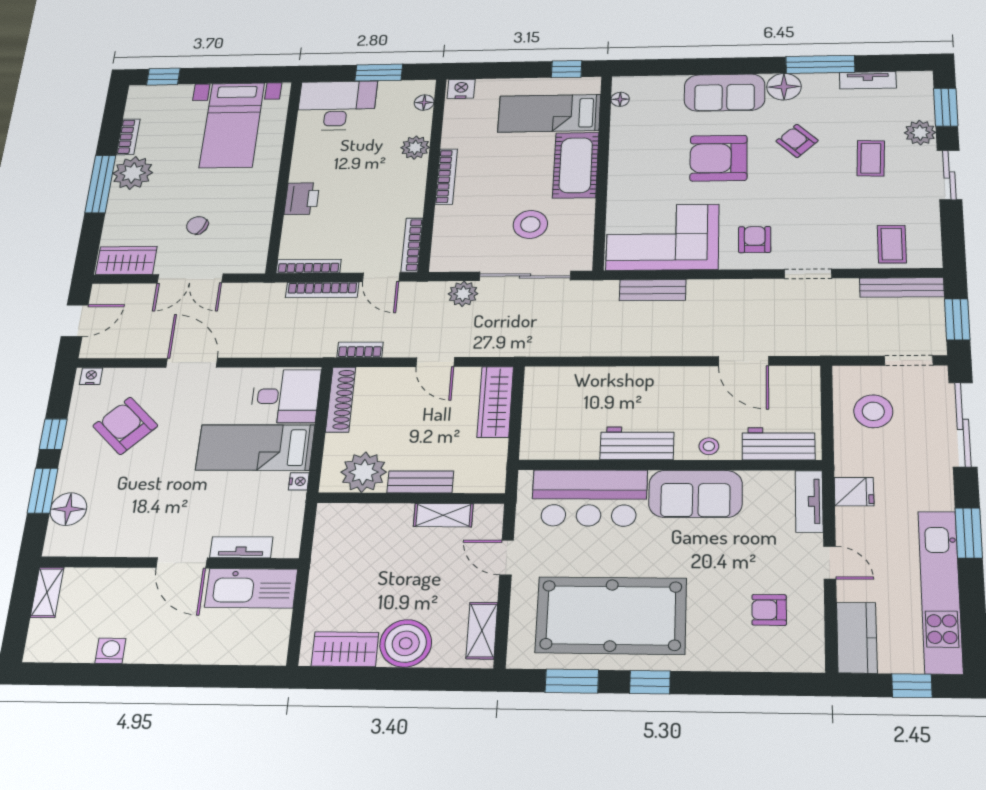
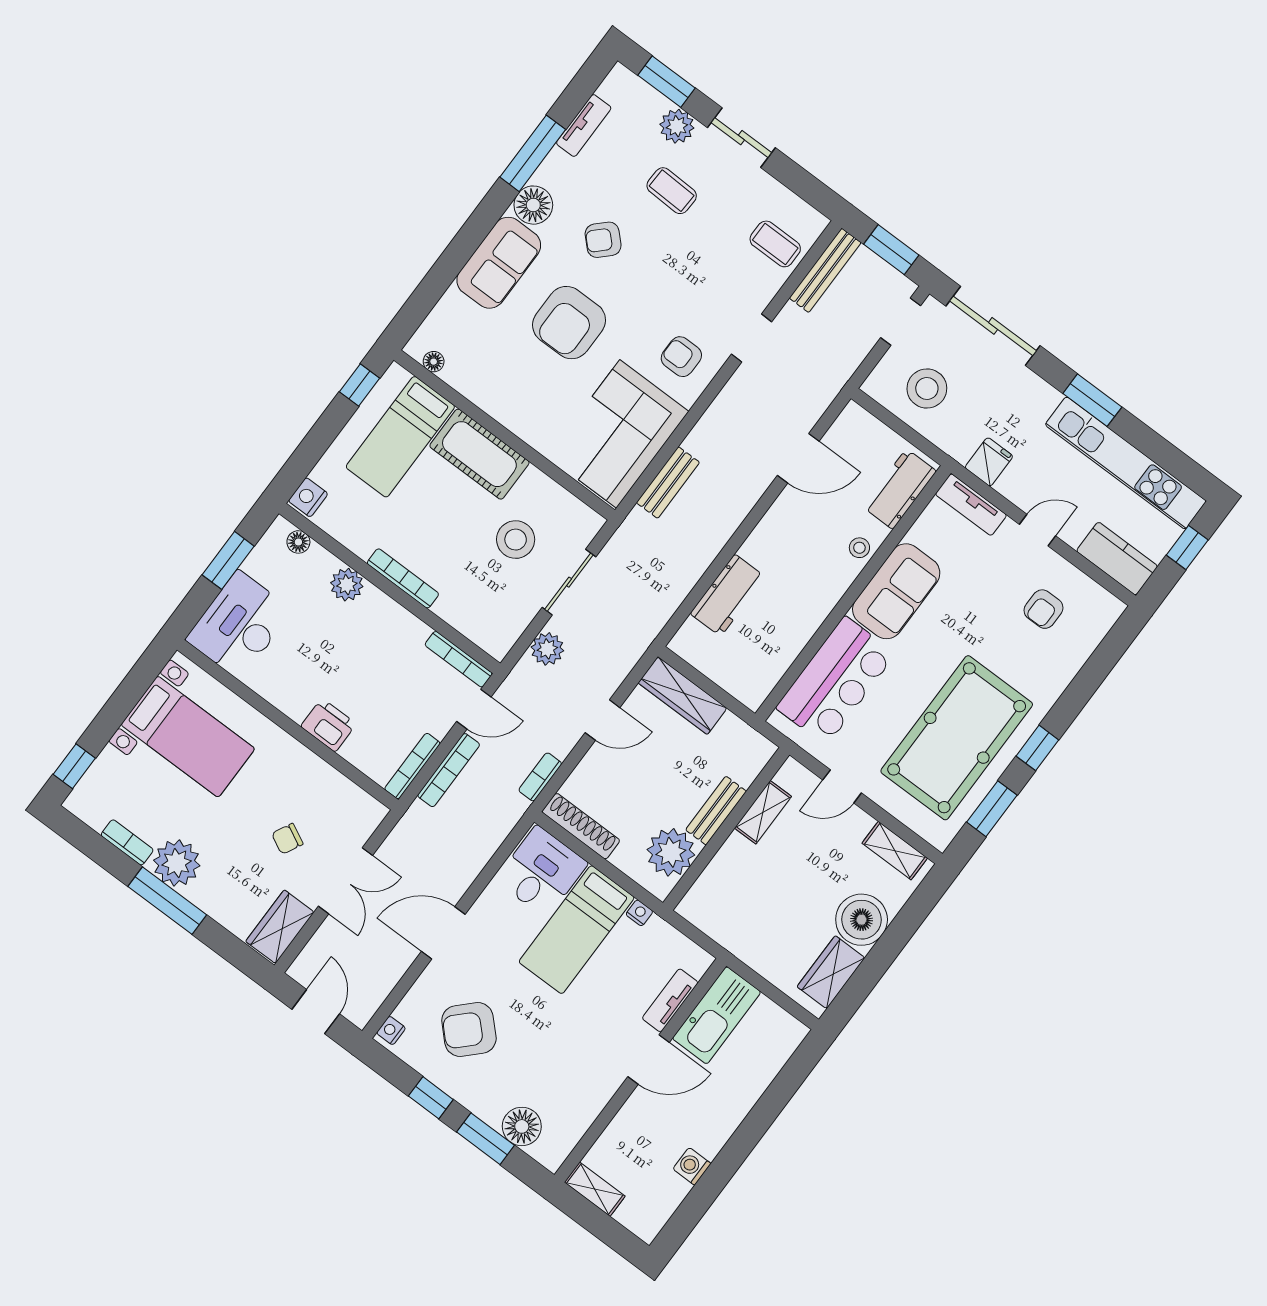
sliding door: (525, 276) -> (569, 582), width x0.73
workbench: (637, 443) -> (728, 595), moved, turned 180

